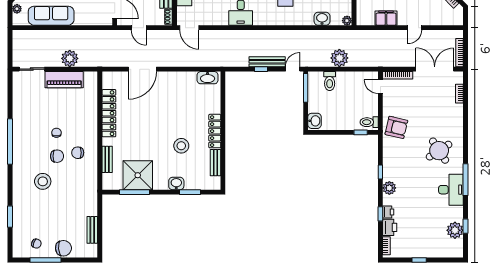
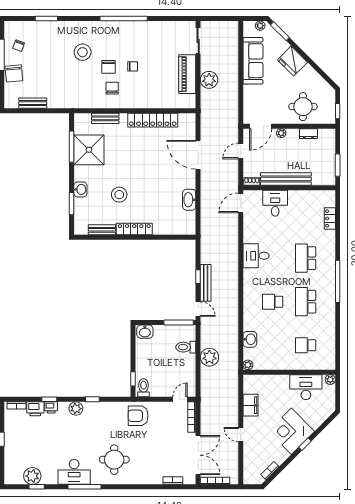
washbasin: (208, 78) -> (189, 200), moved
armchair: (396, 127) -> (138, 416), turned 77
round table: (439, 151) -> (114, 460), turned 33

